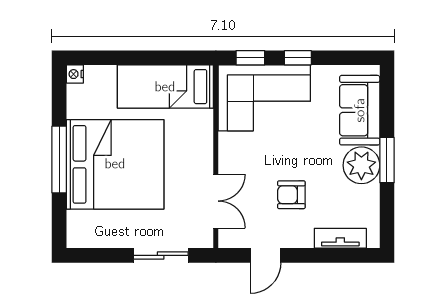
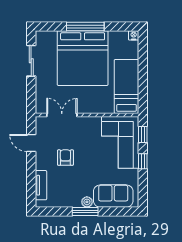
plant: (361, 165) -> (87, 202), width x0.53, depth x0.53
double door: (216, 201) -> (62, 115), swing flipped
sliding door: (161, 255) -> (31, 61), moved

